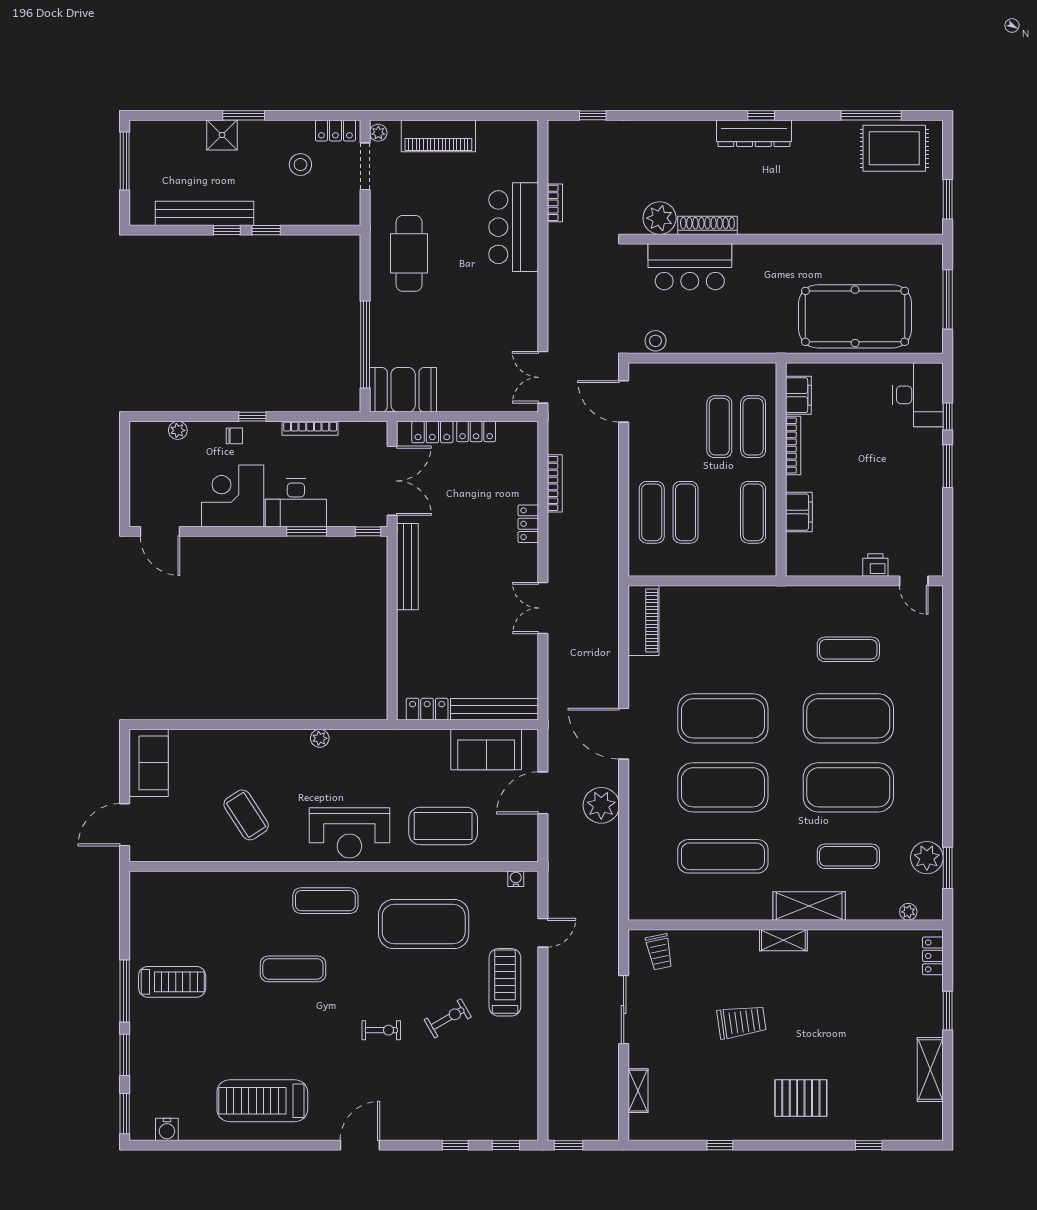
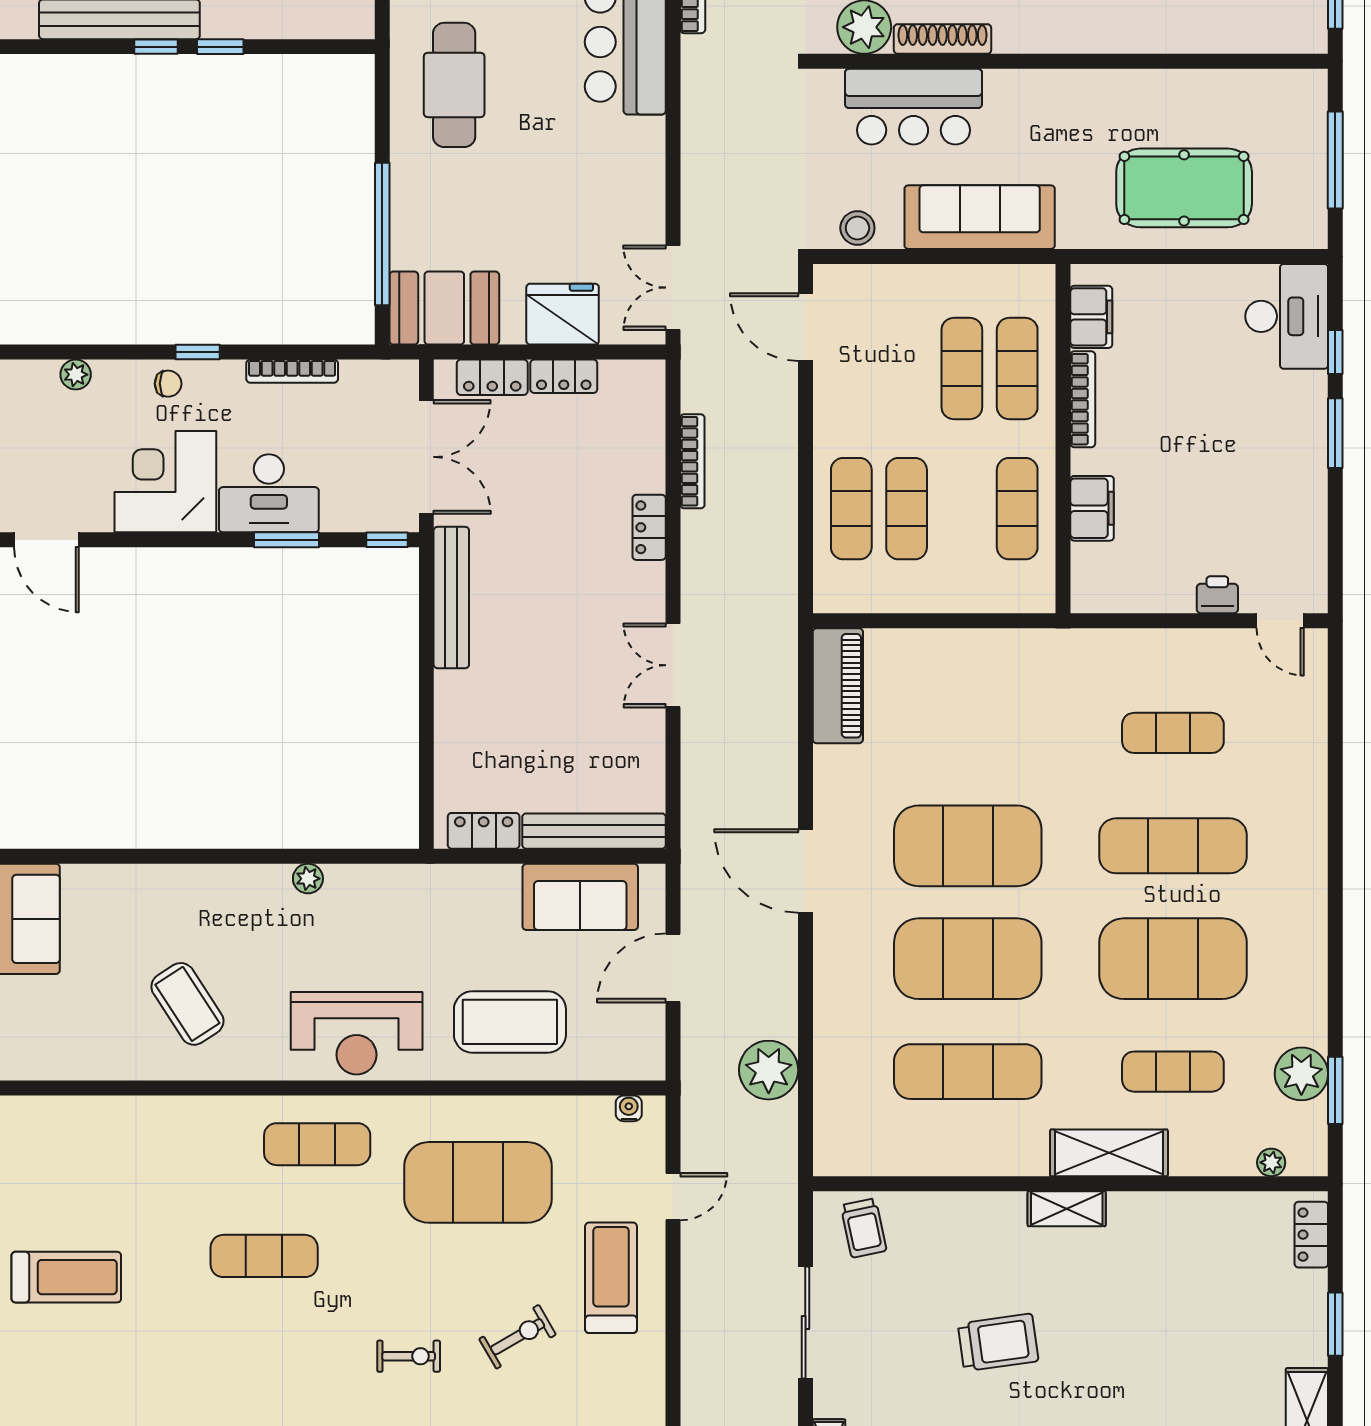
pool table: (855, 316) -> (1184, 188), width x0.73, depth x0.76
sofa: (730, 334) -> (980, 217), added
fridge: (475, 393) -> (563, 314), added
exercise mat: (848, 718) -> (1173, 846), width x0.68
plant: (601, 805) -> (769, 1070), moved

